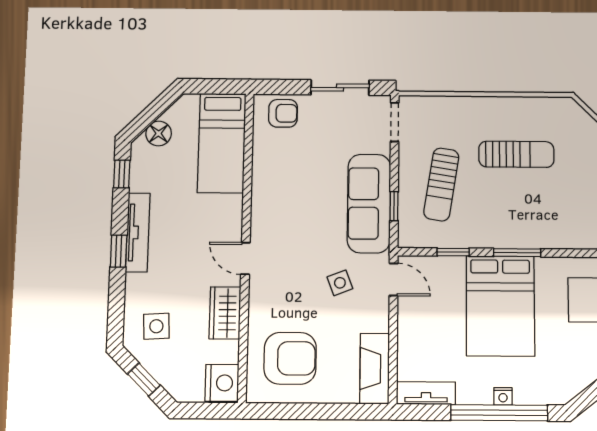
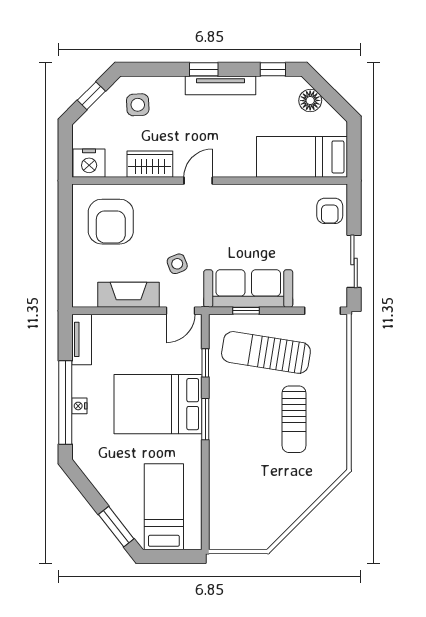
sun lounger: (441, 184) -> (266, 352), width x1.36, depth x1.34
fireplace: (375, 369) -> (128, 295), moved

